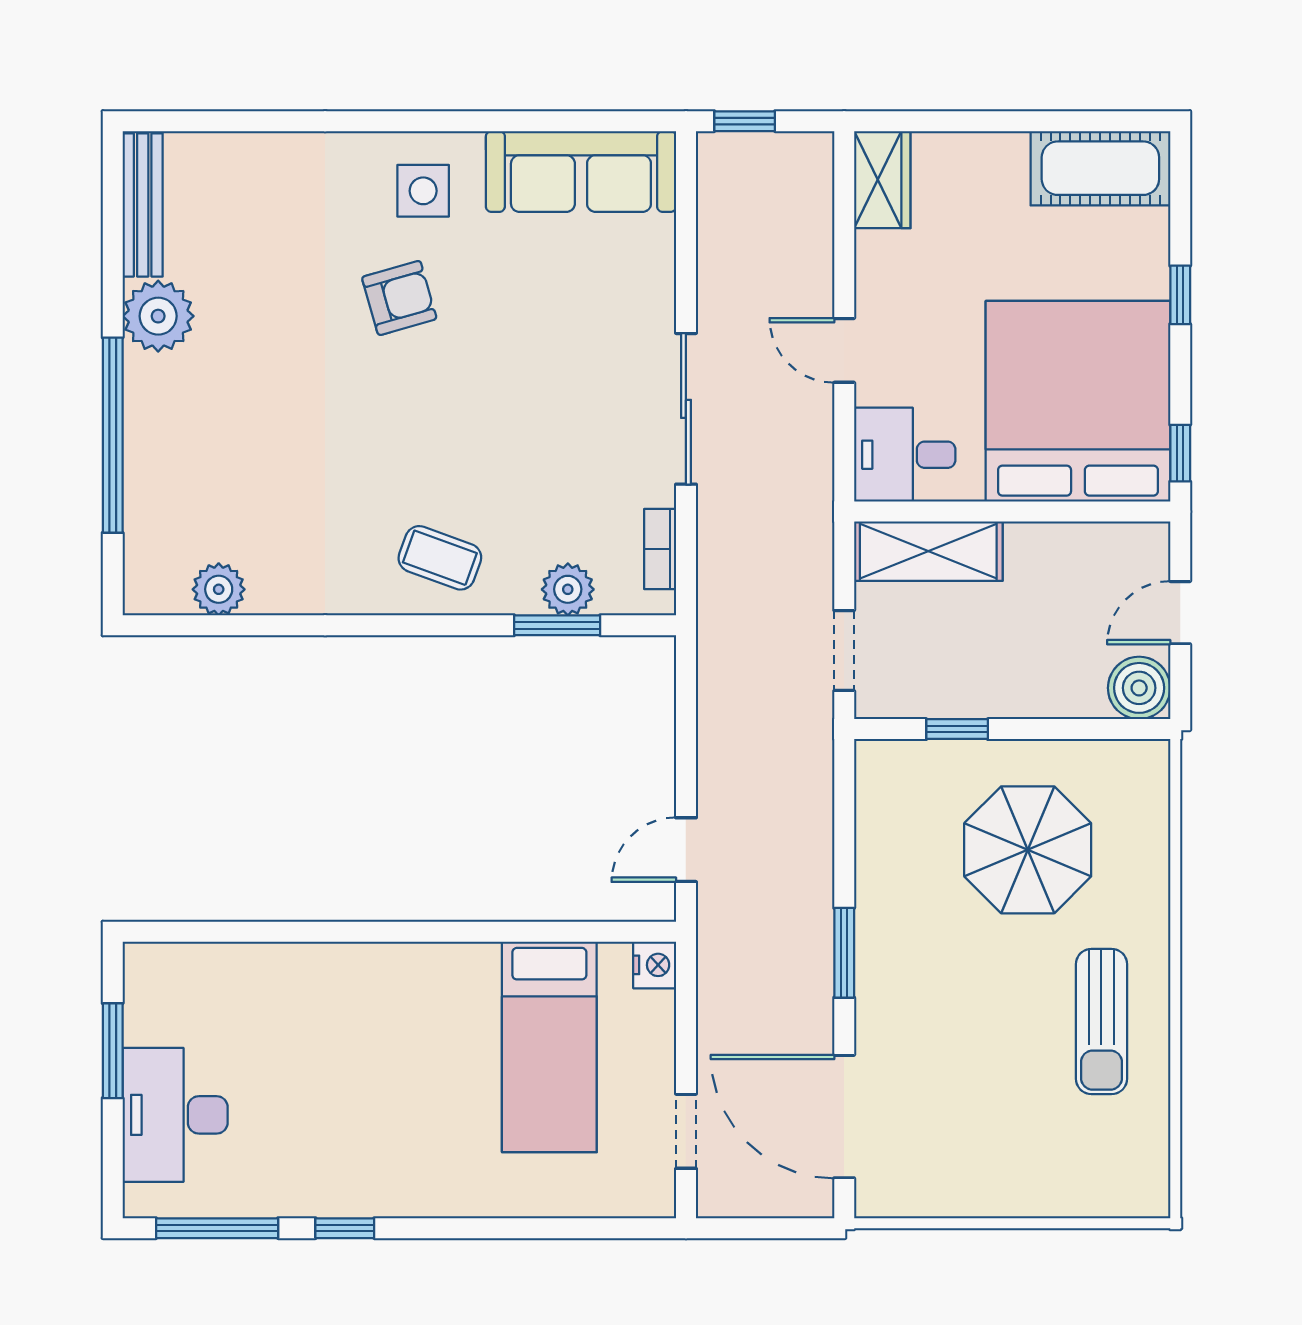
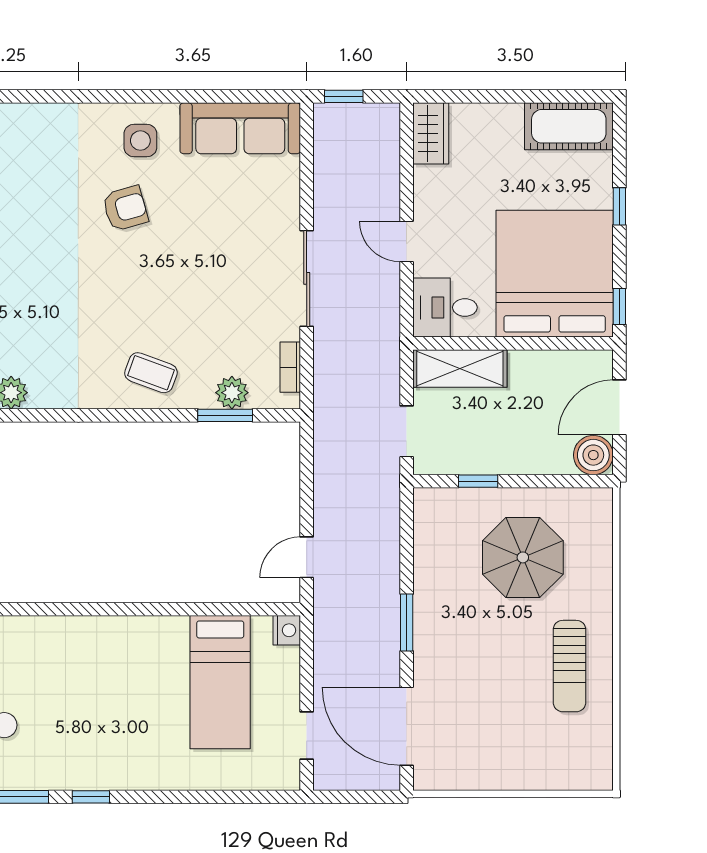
door: (1180, 613) -> (619, 407), width x1.38

